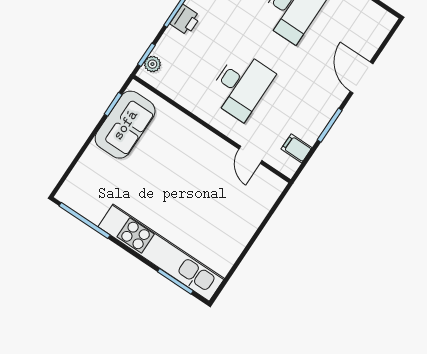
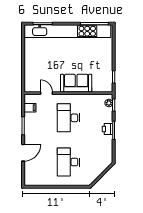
door: (362, 78) -> (23, 153), hinge flipped
sofa: (125, 125) -> (76, 83), moved, turned 90
kitchen unit: (161, 253) -> (67, 31), width x1.36

